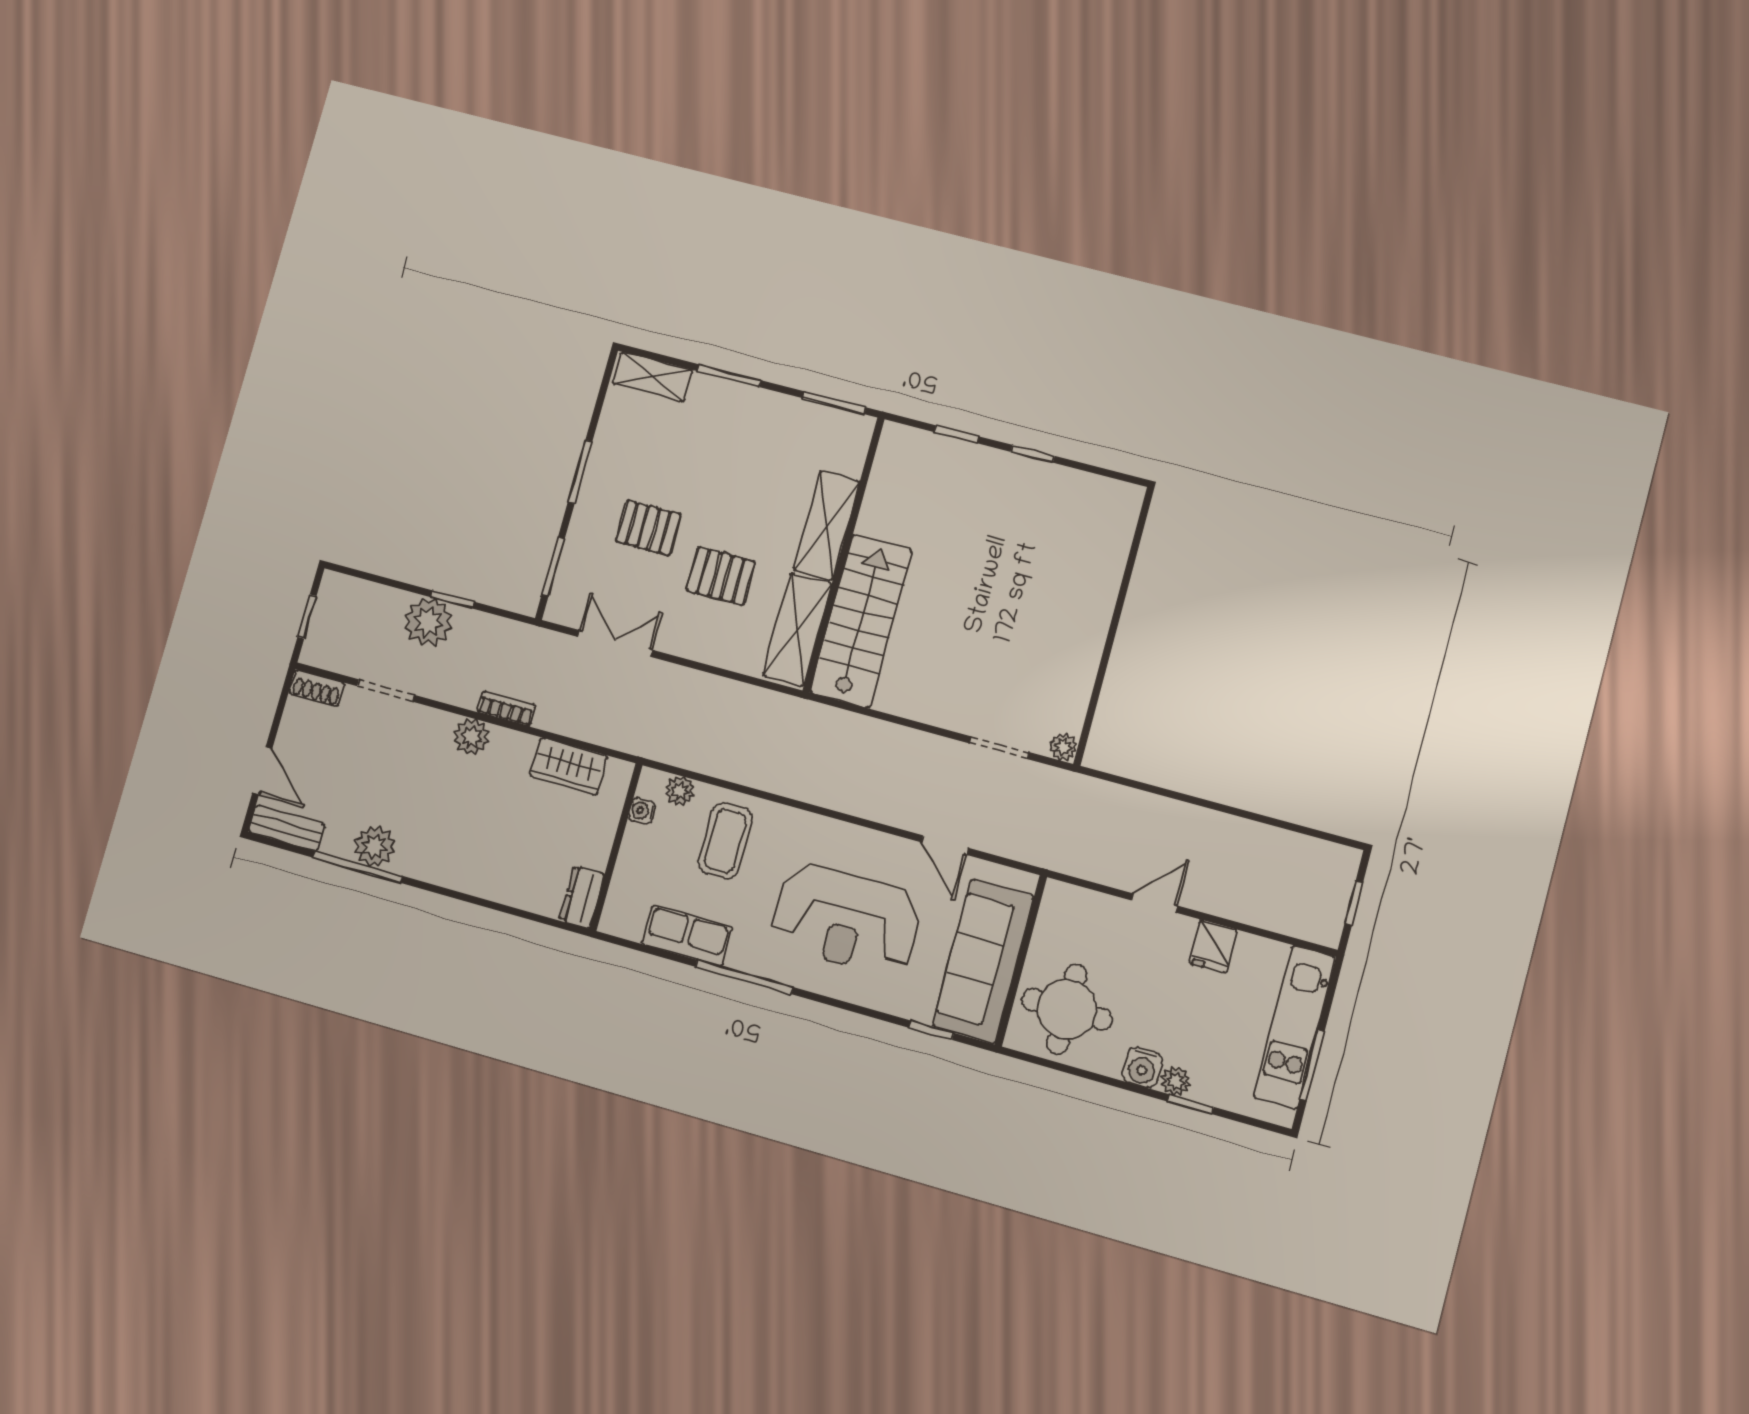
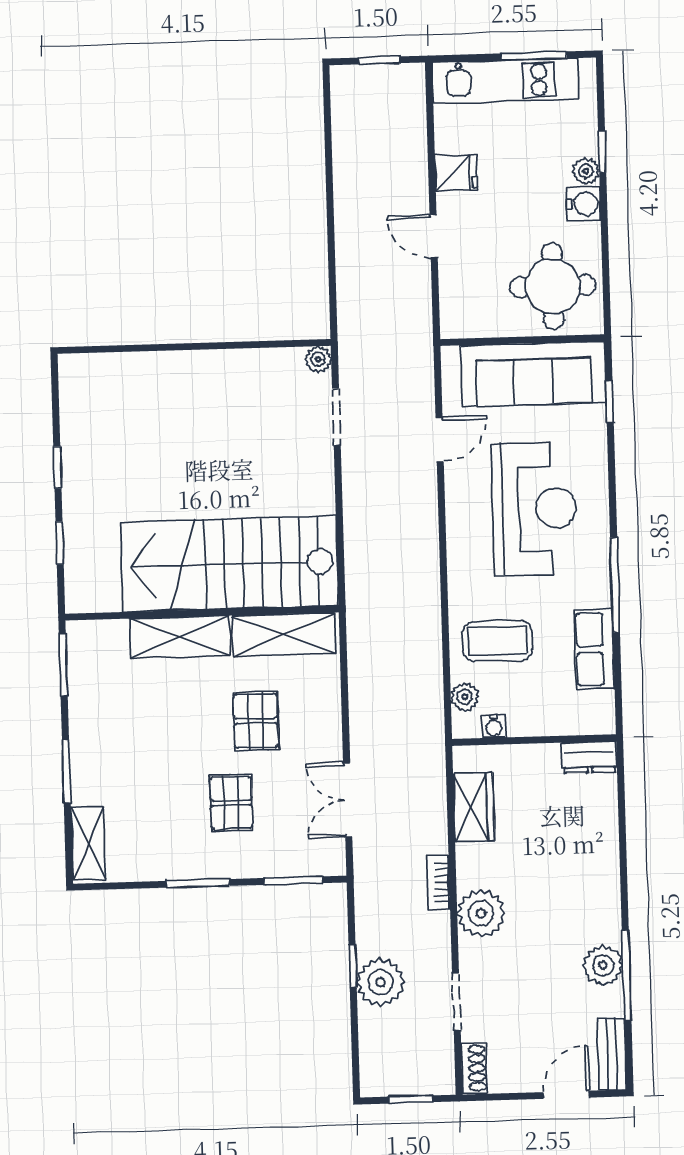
stairs: (861, 621) -> (230, 564), width x1.36, depth x1.51
plant: (471, 737) -> (481, 913), width x1.36, depth x1.36

